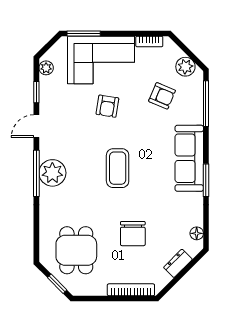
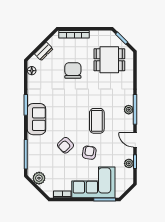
plant: (46, 68) -> (129, 163), moved
armchair: (162, 96) -> (66, 145), moved, turned -67
door: (36, 126) -> (135, 140), swing flipped
sofa: (189, 158) -> (36, 119), width x0.73
coffee table: (118, 168) -> (97, 121), moved
plant: (52, 173) -> (129, 110), width x0.53, depth x0.53
dining table: (76, 250) -> (109, 60), turned 90

